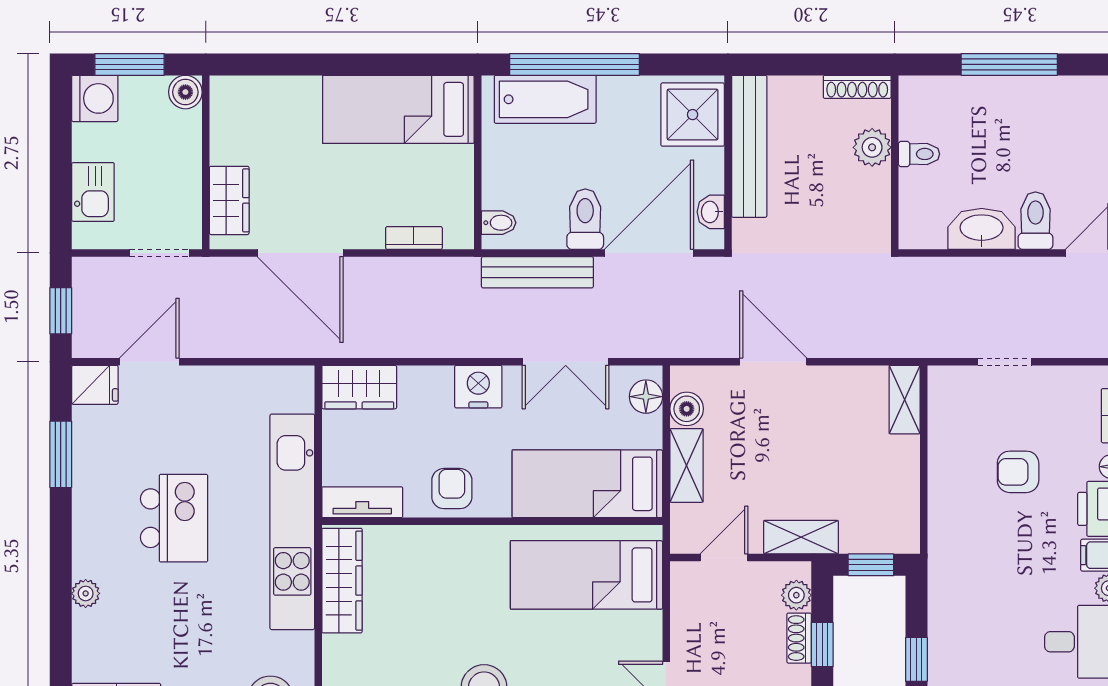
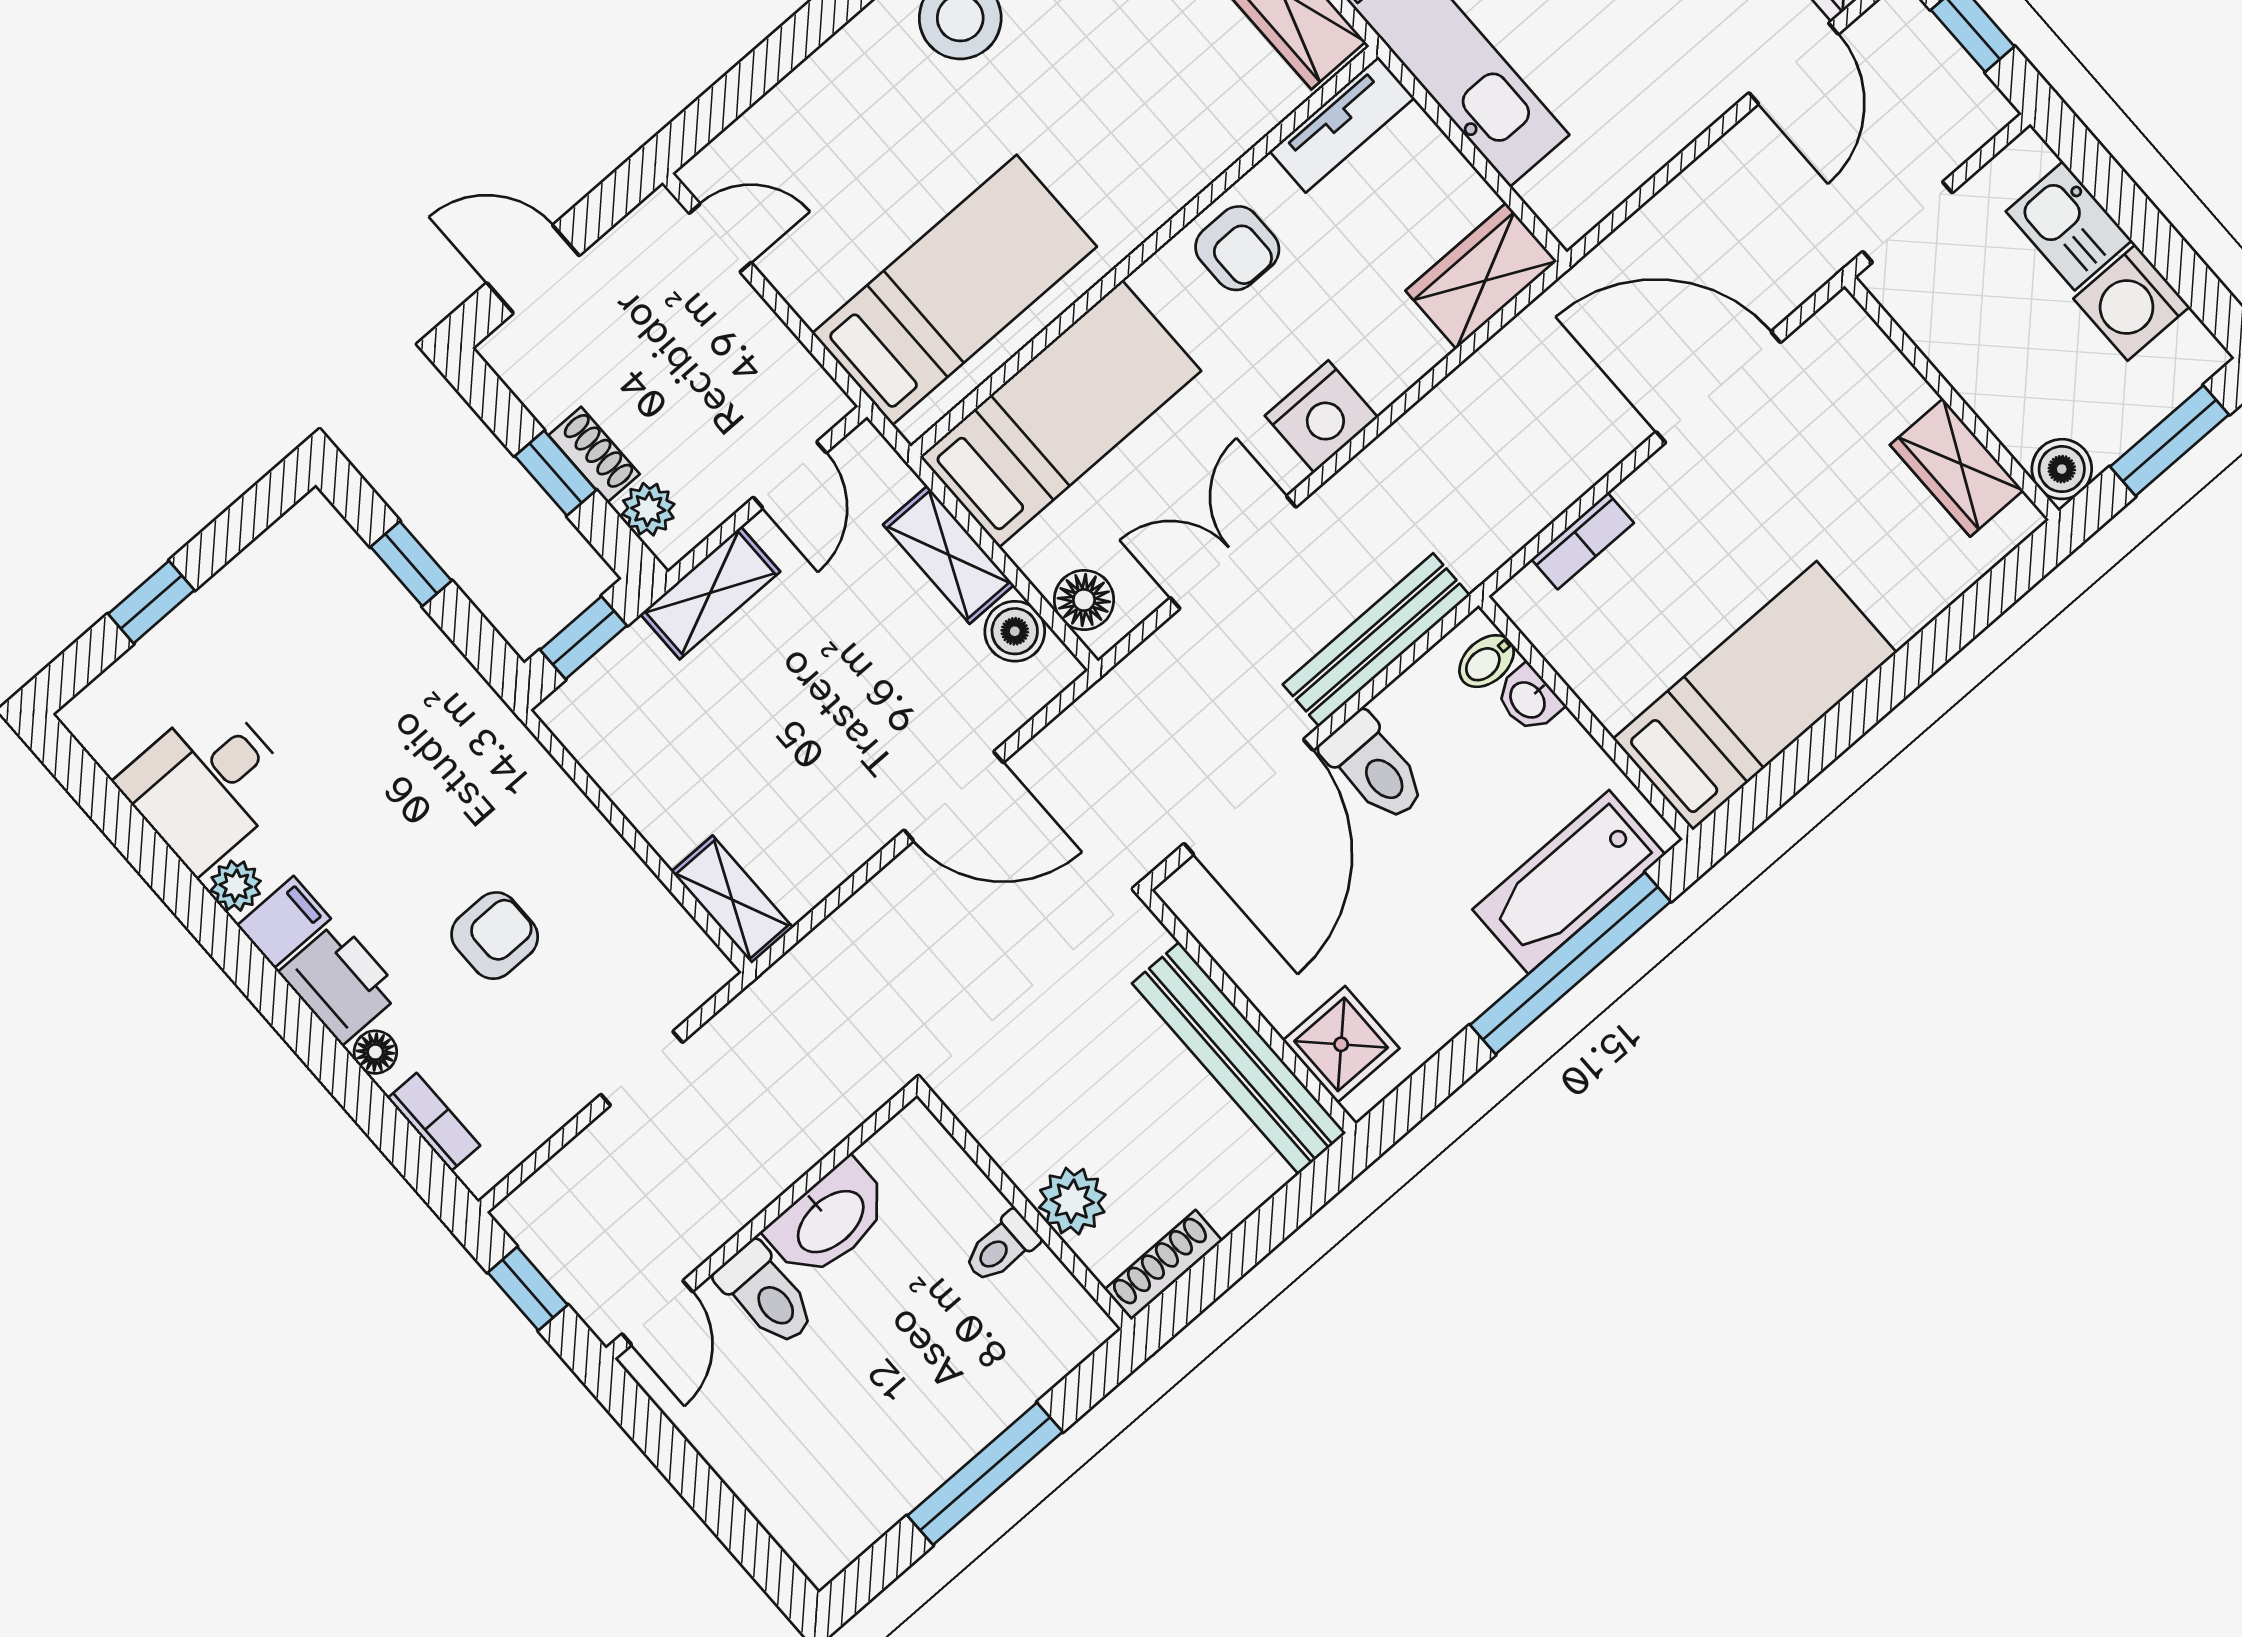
washing machine: (95, 98) -> (2132, 303), moved
shower: (693, 115) -> (1341, 1044), width x0.73, depth x0.73
wardrobe: (229, 200) -> (1957, 468), moved
washbasin: (711, 212) -> (1529, 699), moved, turned 180

